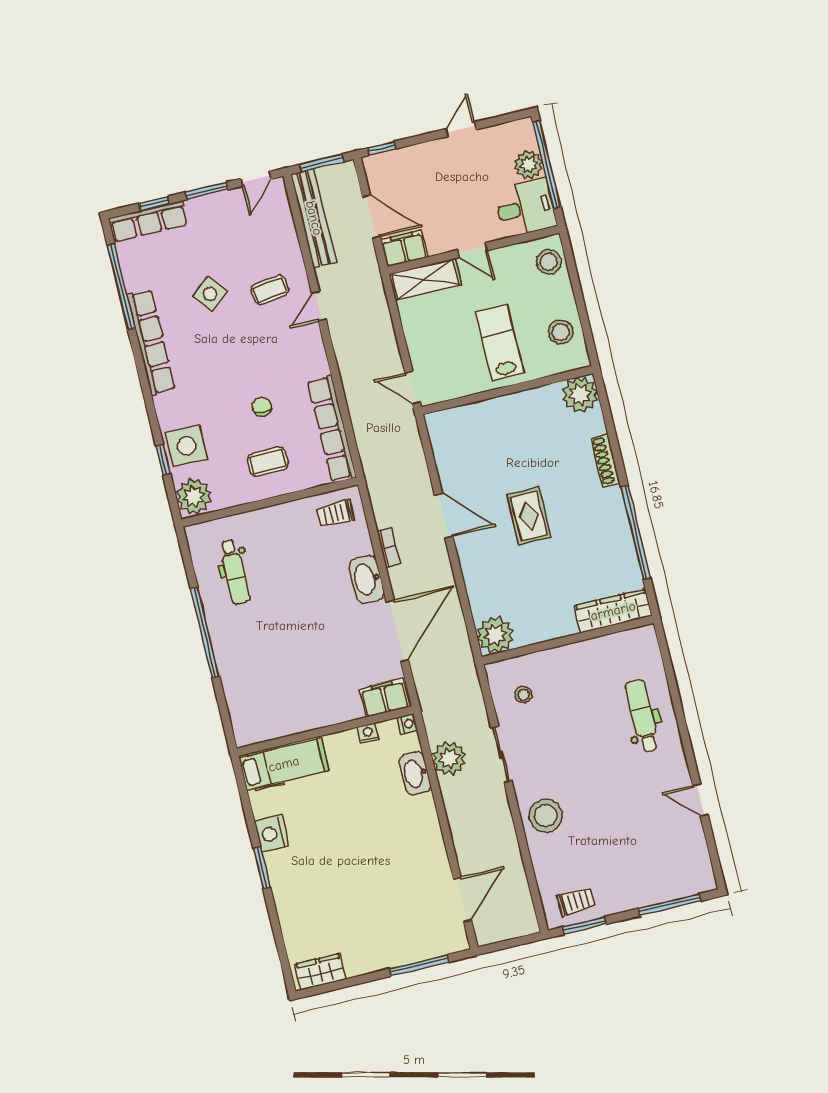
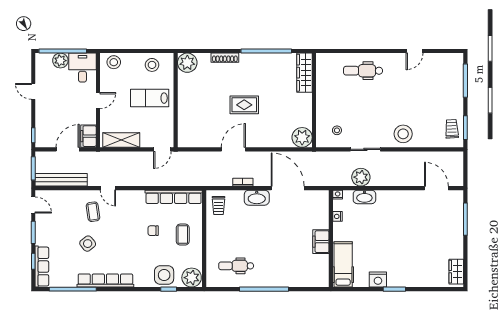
shelving: (425, 279) -> (121, 140), moved, turned 90
dental chair: (235, 572) -> (236, 266), turned 180
filing cabinet: (385, 698) -> (321, 242), moved

